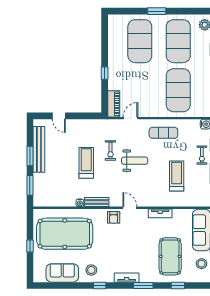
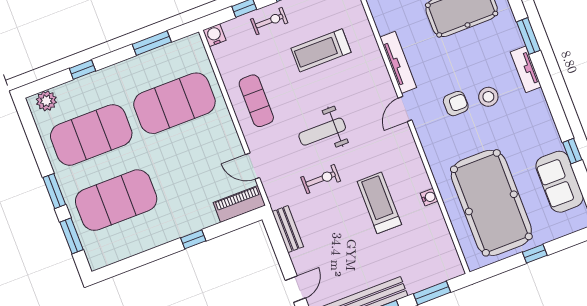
window: (130, 11) -> (71, 236), added
weight bench: (135, 161) -> (322, 132), turned -90
treadmill: (86, 163) -> (379, 203), moved, turned 90
bench: (97, 202) -> (288, 229), moved
tv unit: (160, 213) -> (398, 62), width x1.41
armchair: (114, 217) -> (456, 104), moved
stool: (91, 270) -> (488, 97), moved
window: (100, 285) -> (572, 151), moved

